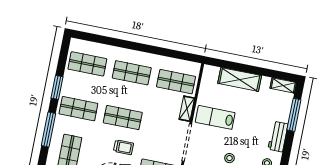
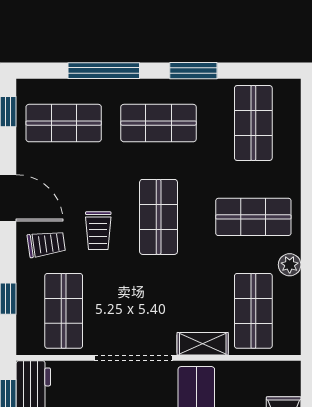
plant: (158, 60) -> (290, 265), added
shop shelf: (132, 73) -> (253, 217), turned 90
shop shelf: (78, 109) -> (159, 123), turned 90

